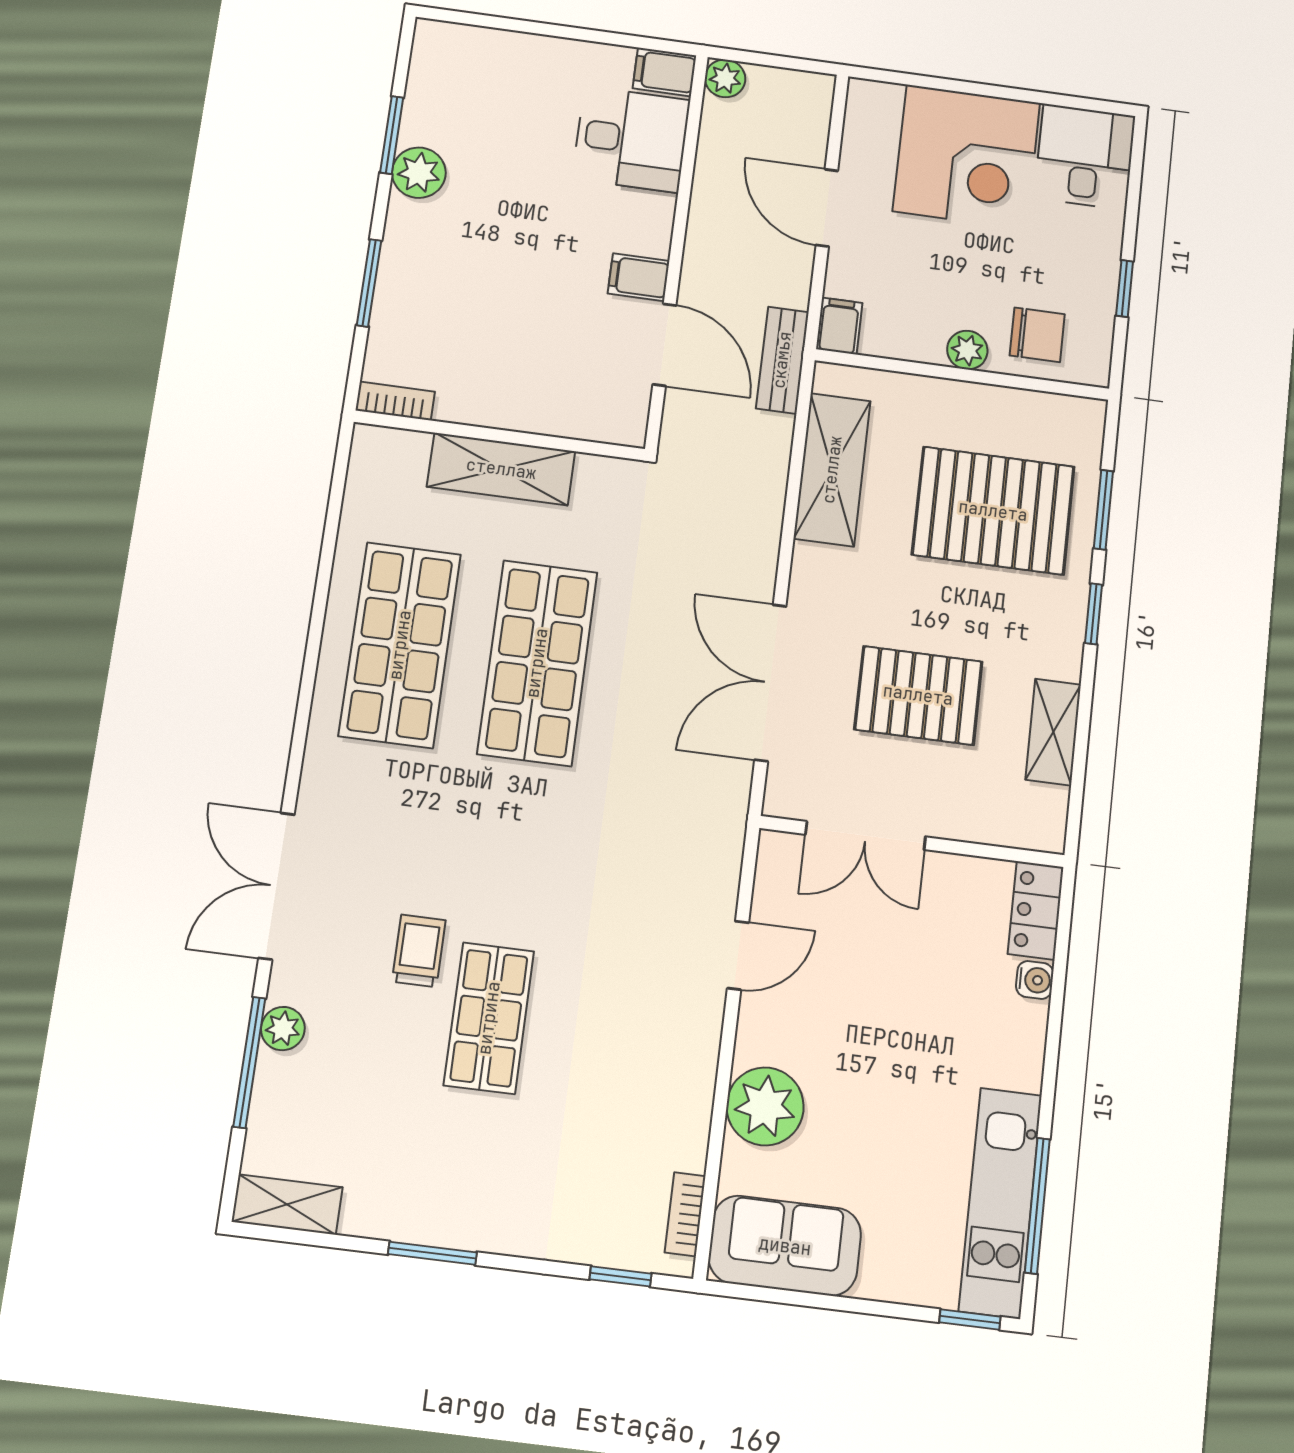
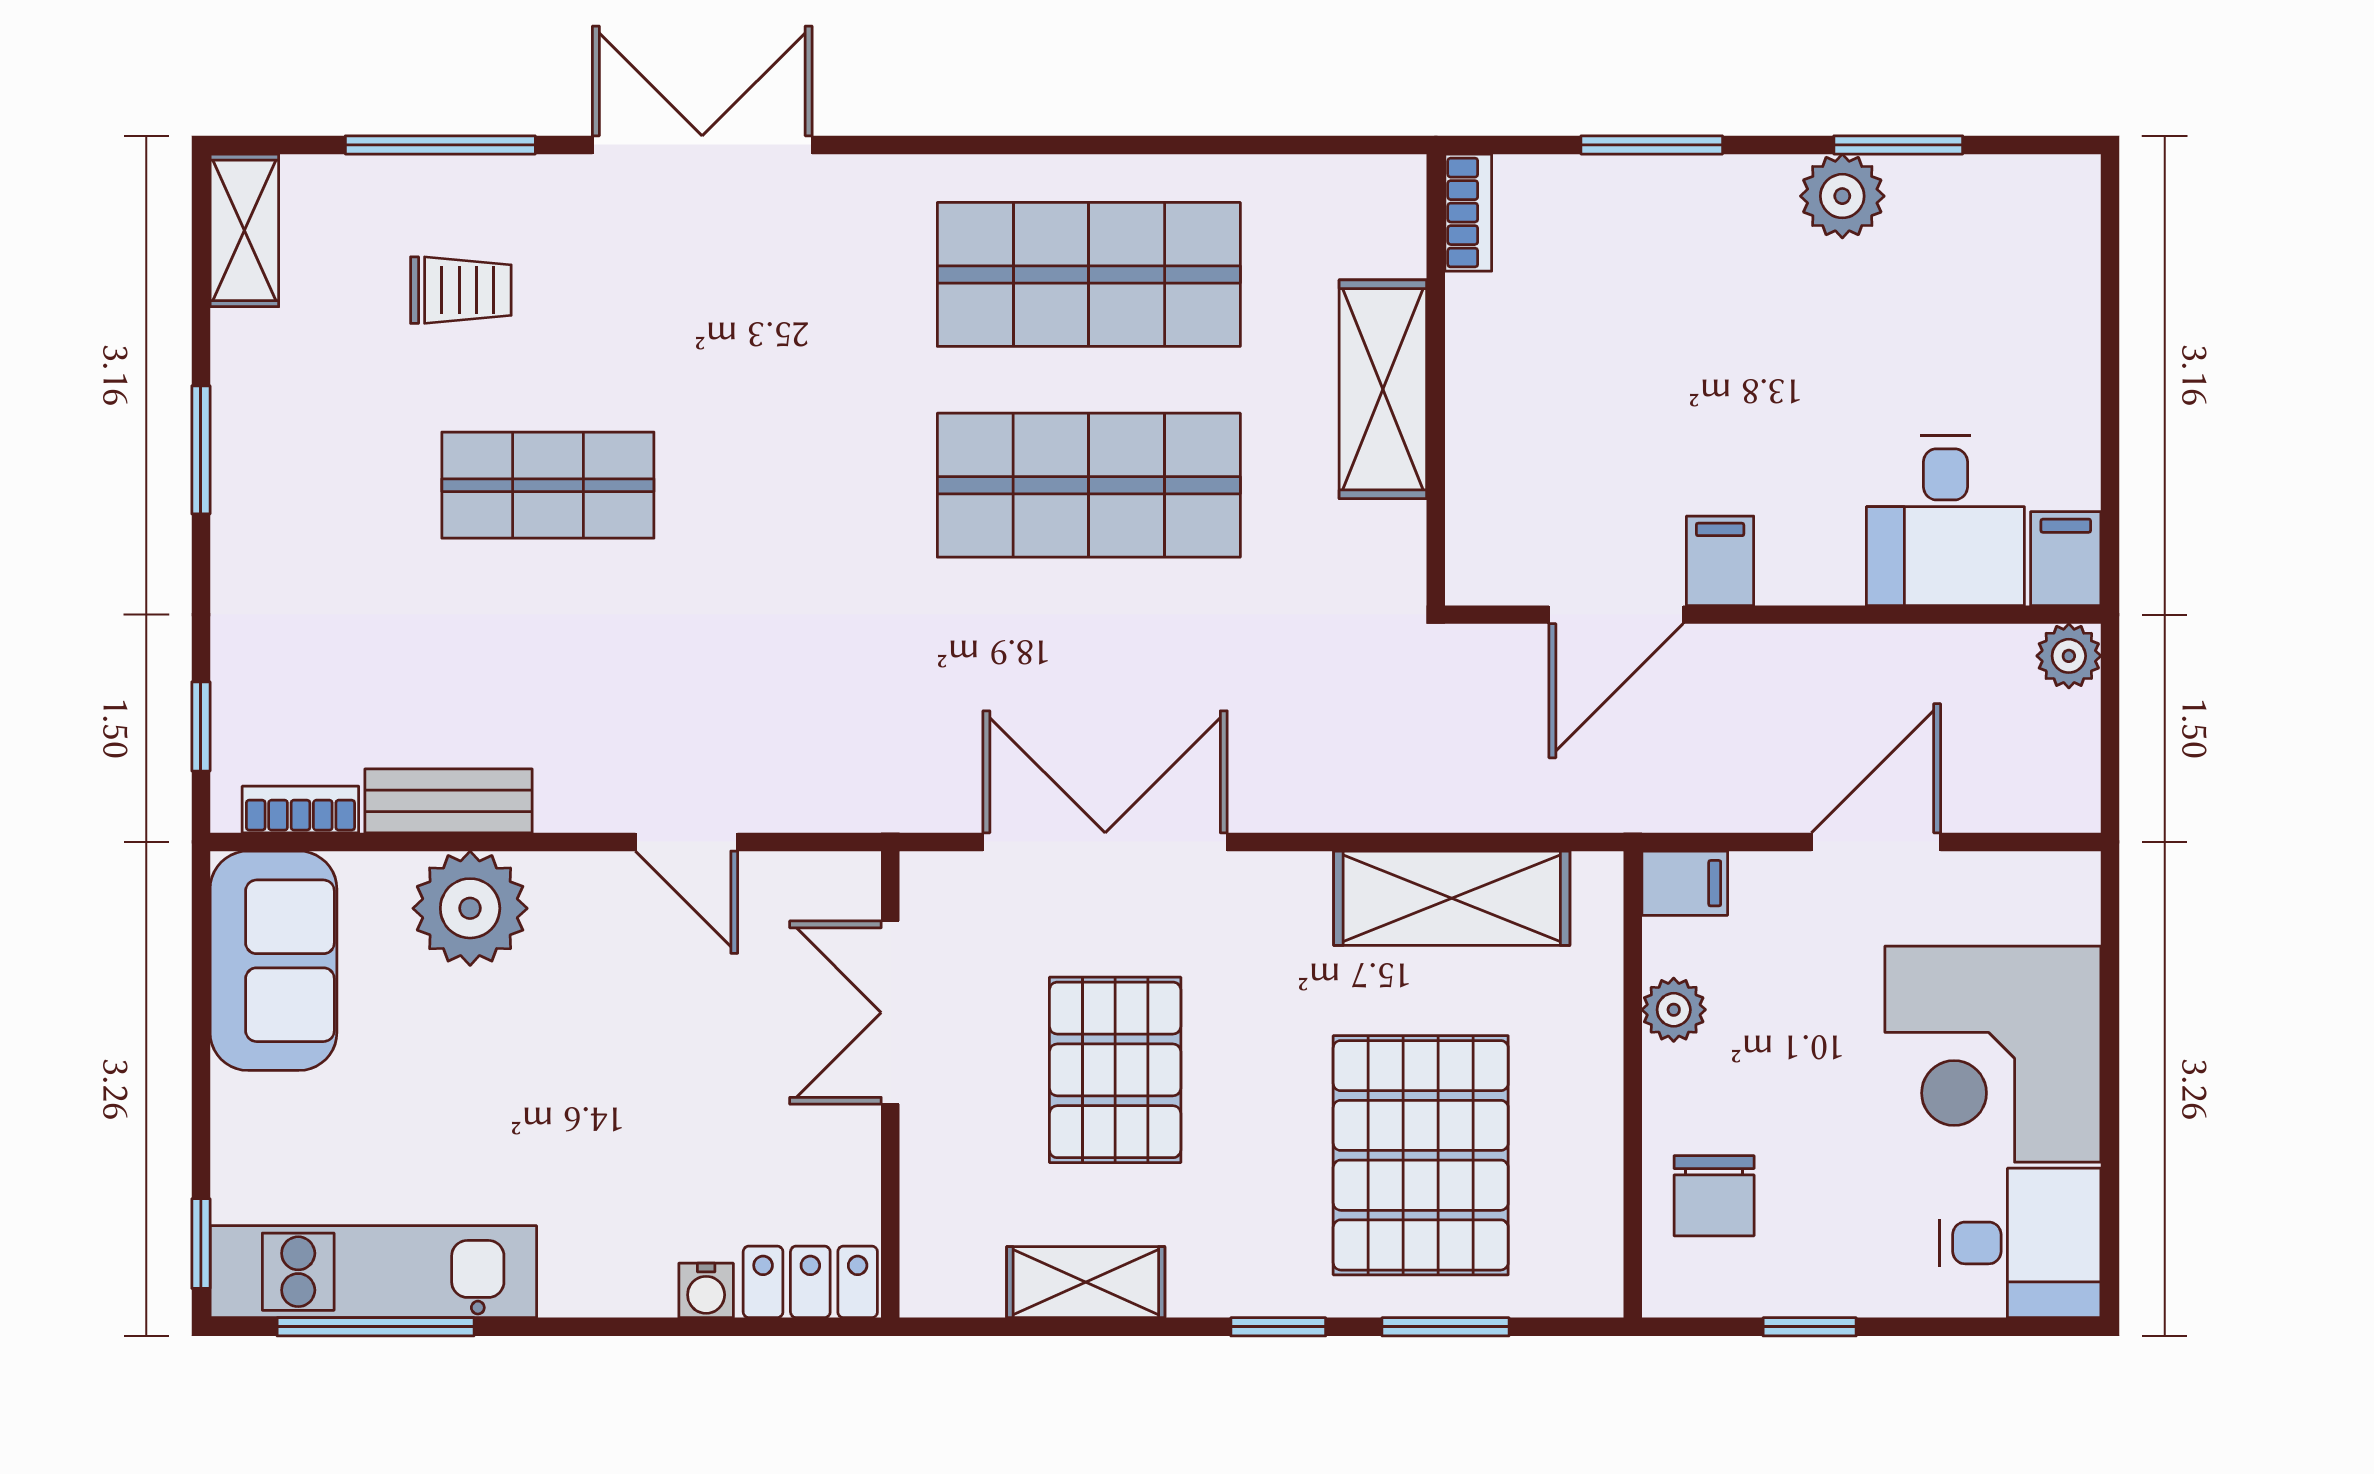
plant: (967, 350) -> (1674, 1010), moved
bench: (782, 360) -> (449, 801), moved
trolley: (419, 951) -> (461, 290), moved
plant: (283, 1029) -> (495, 186), removed

